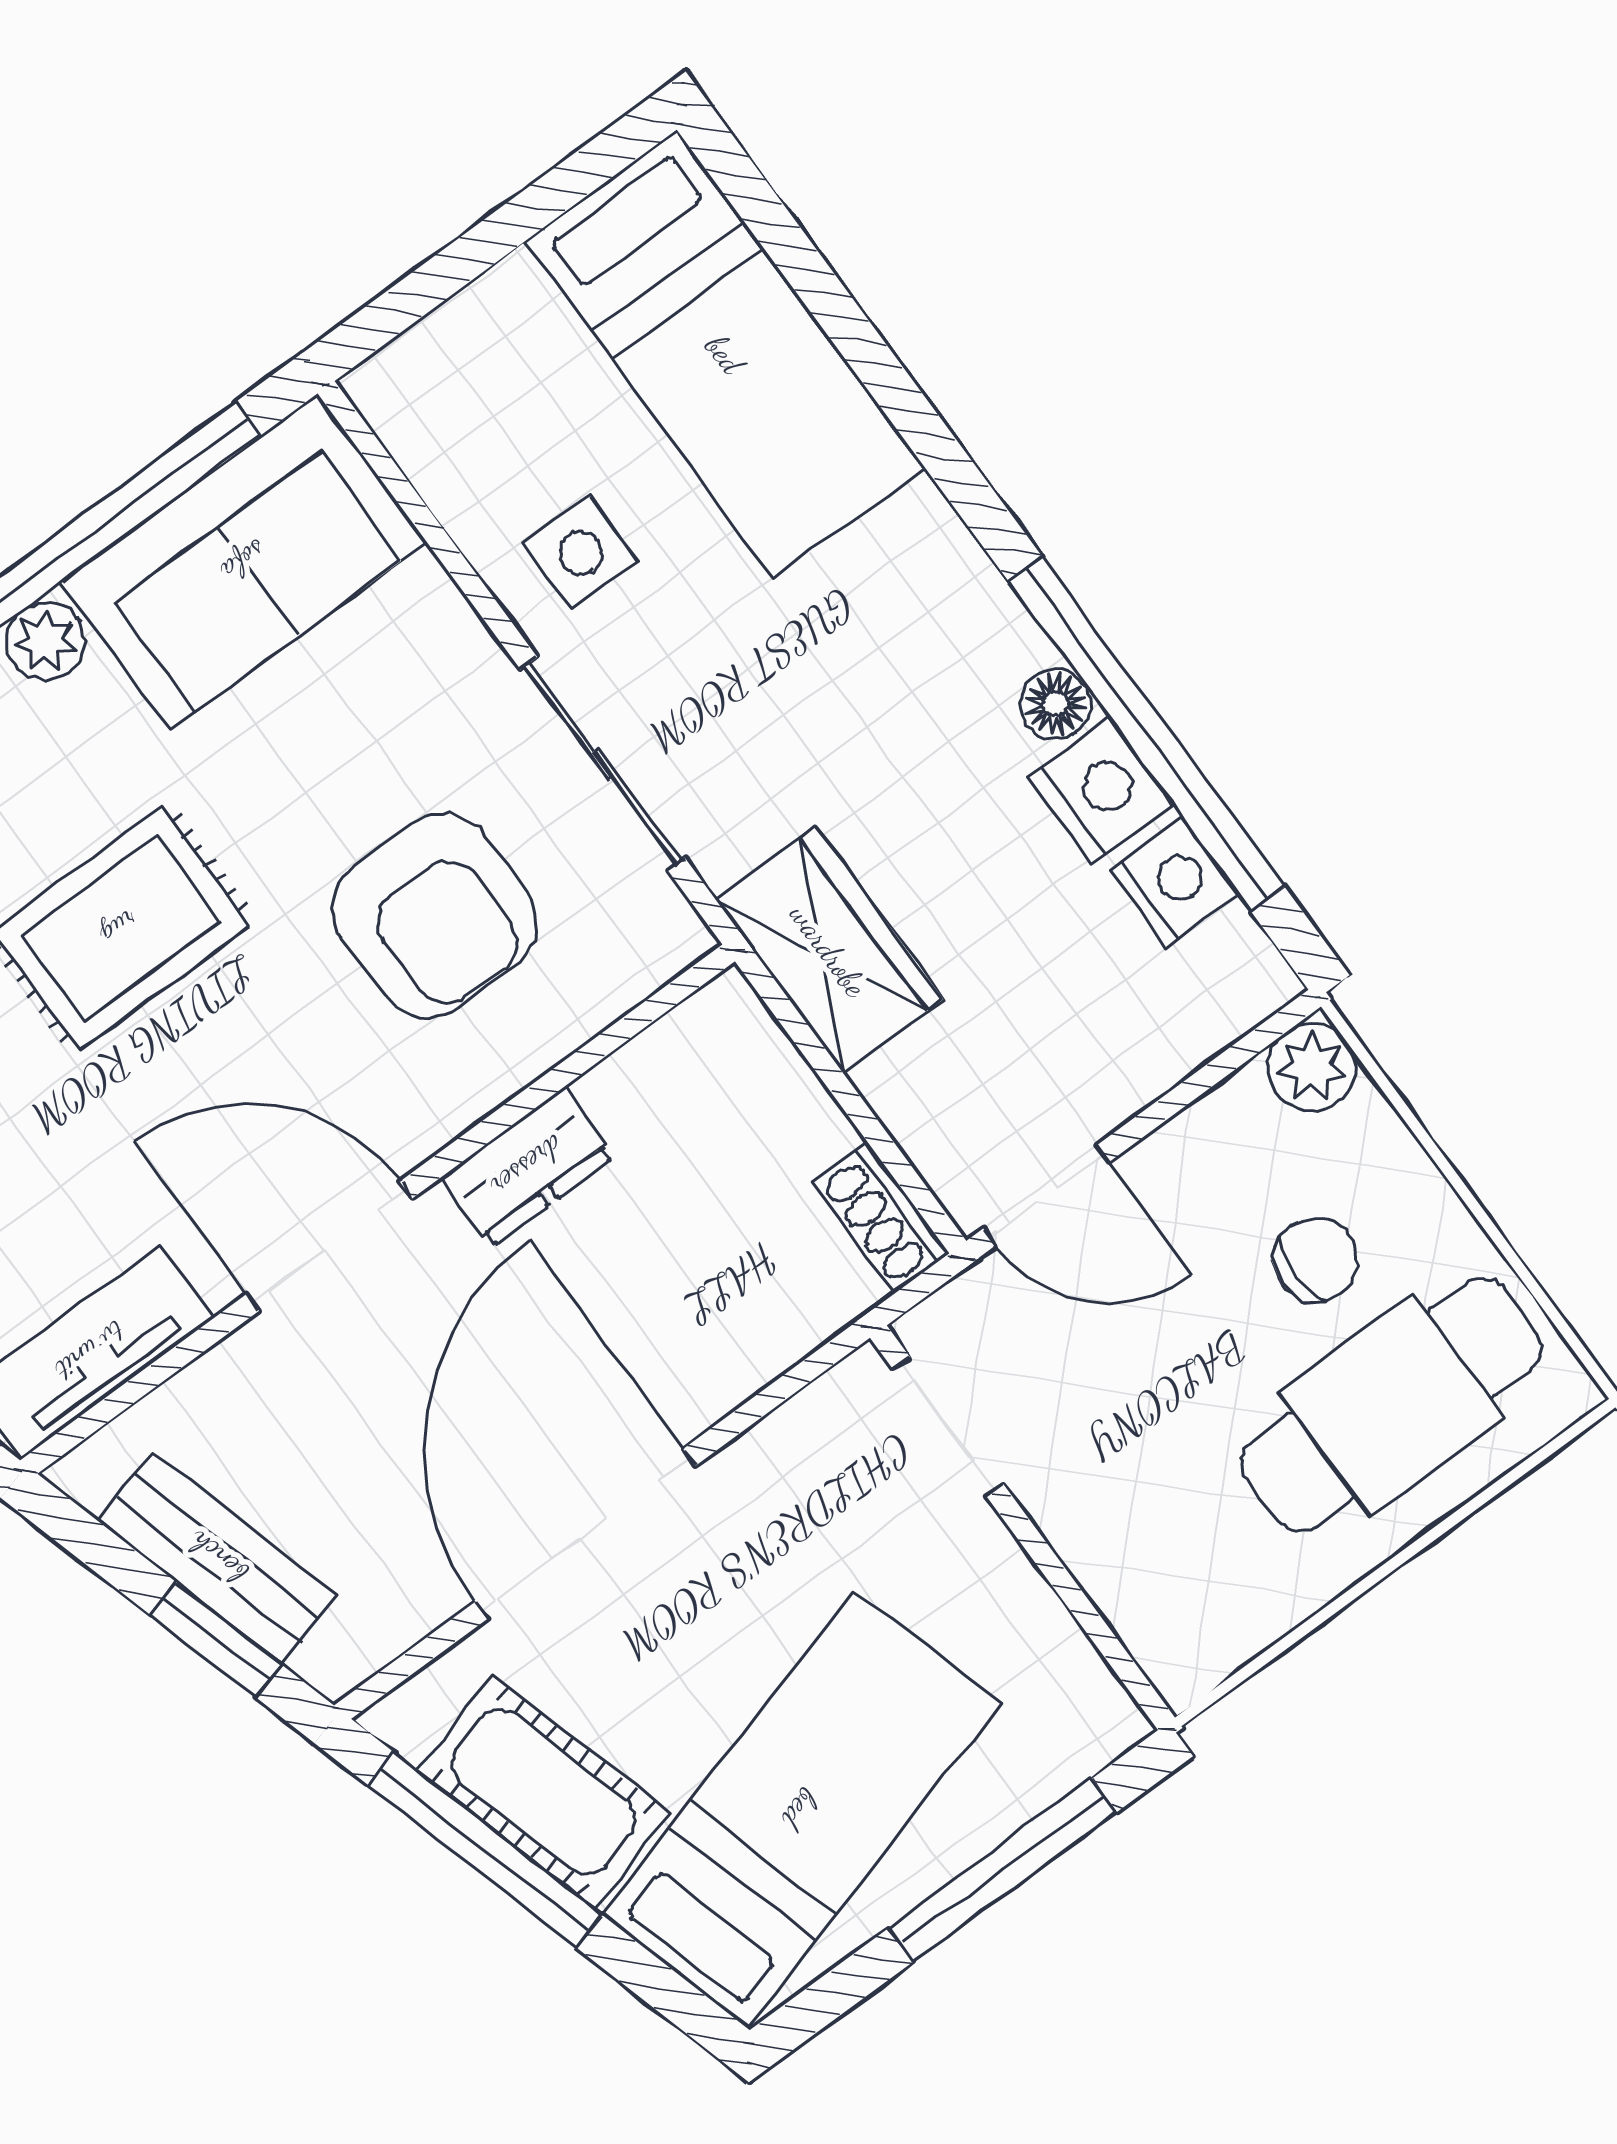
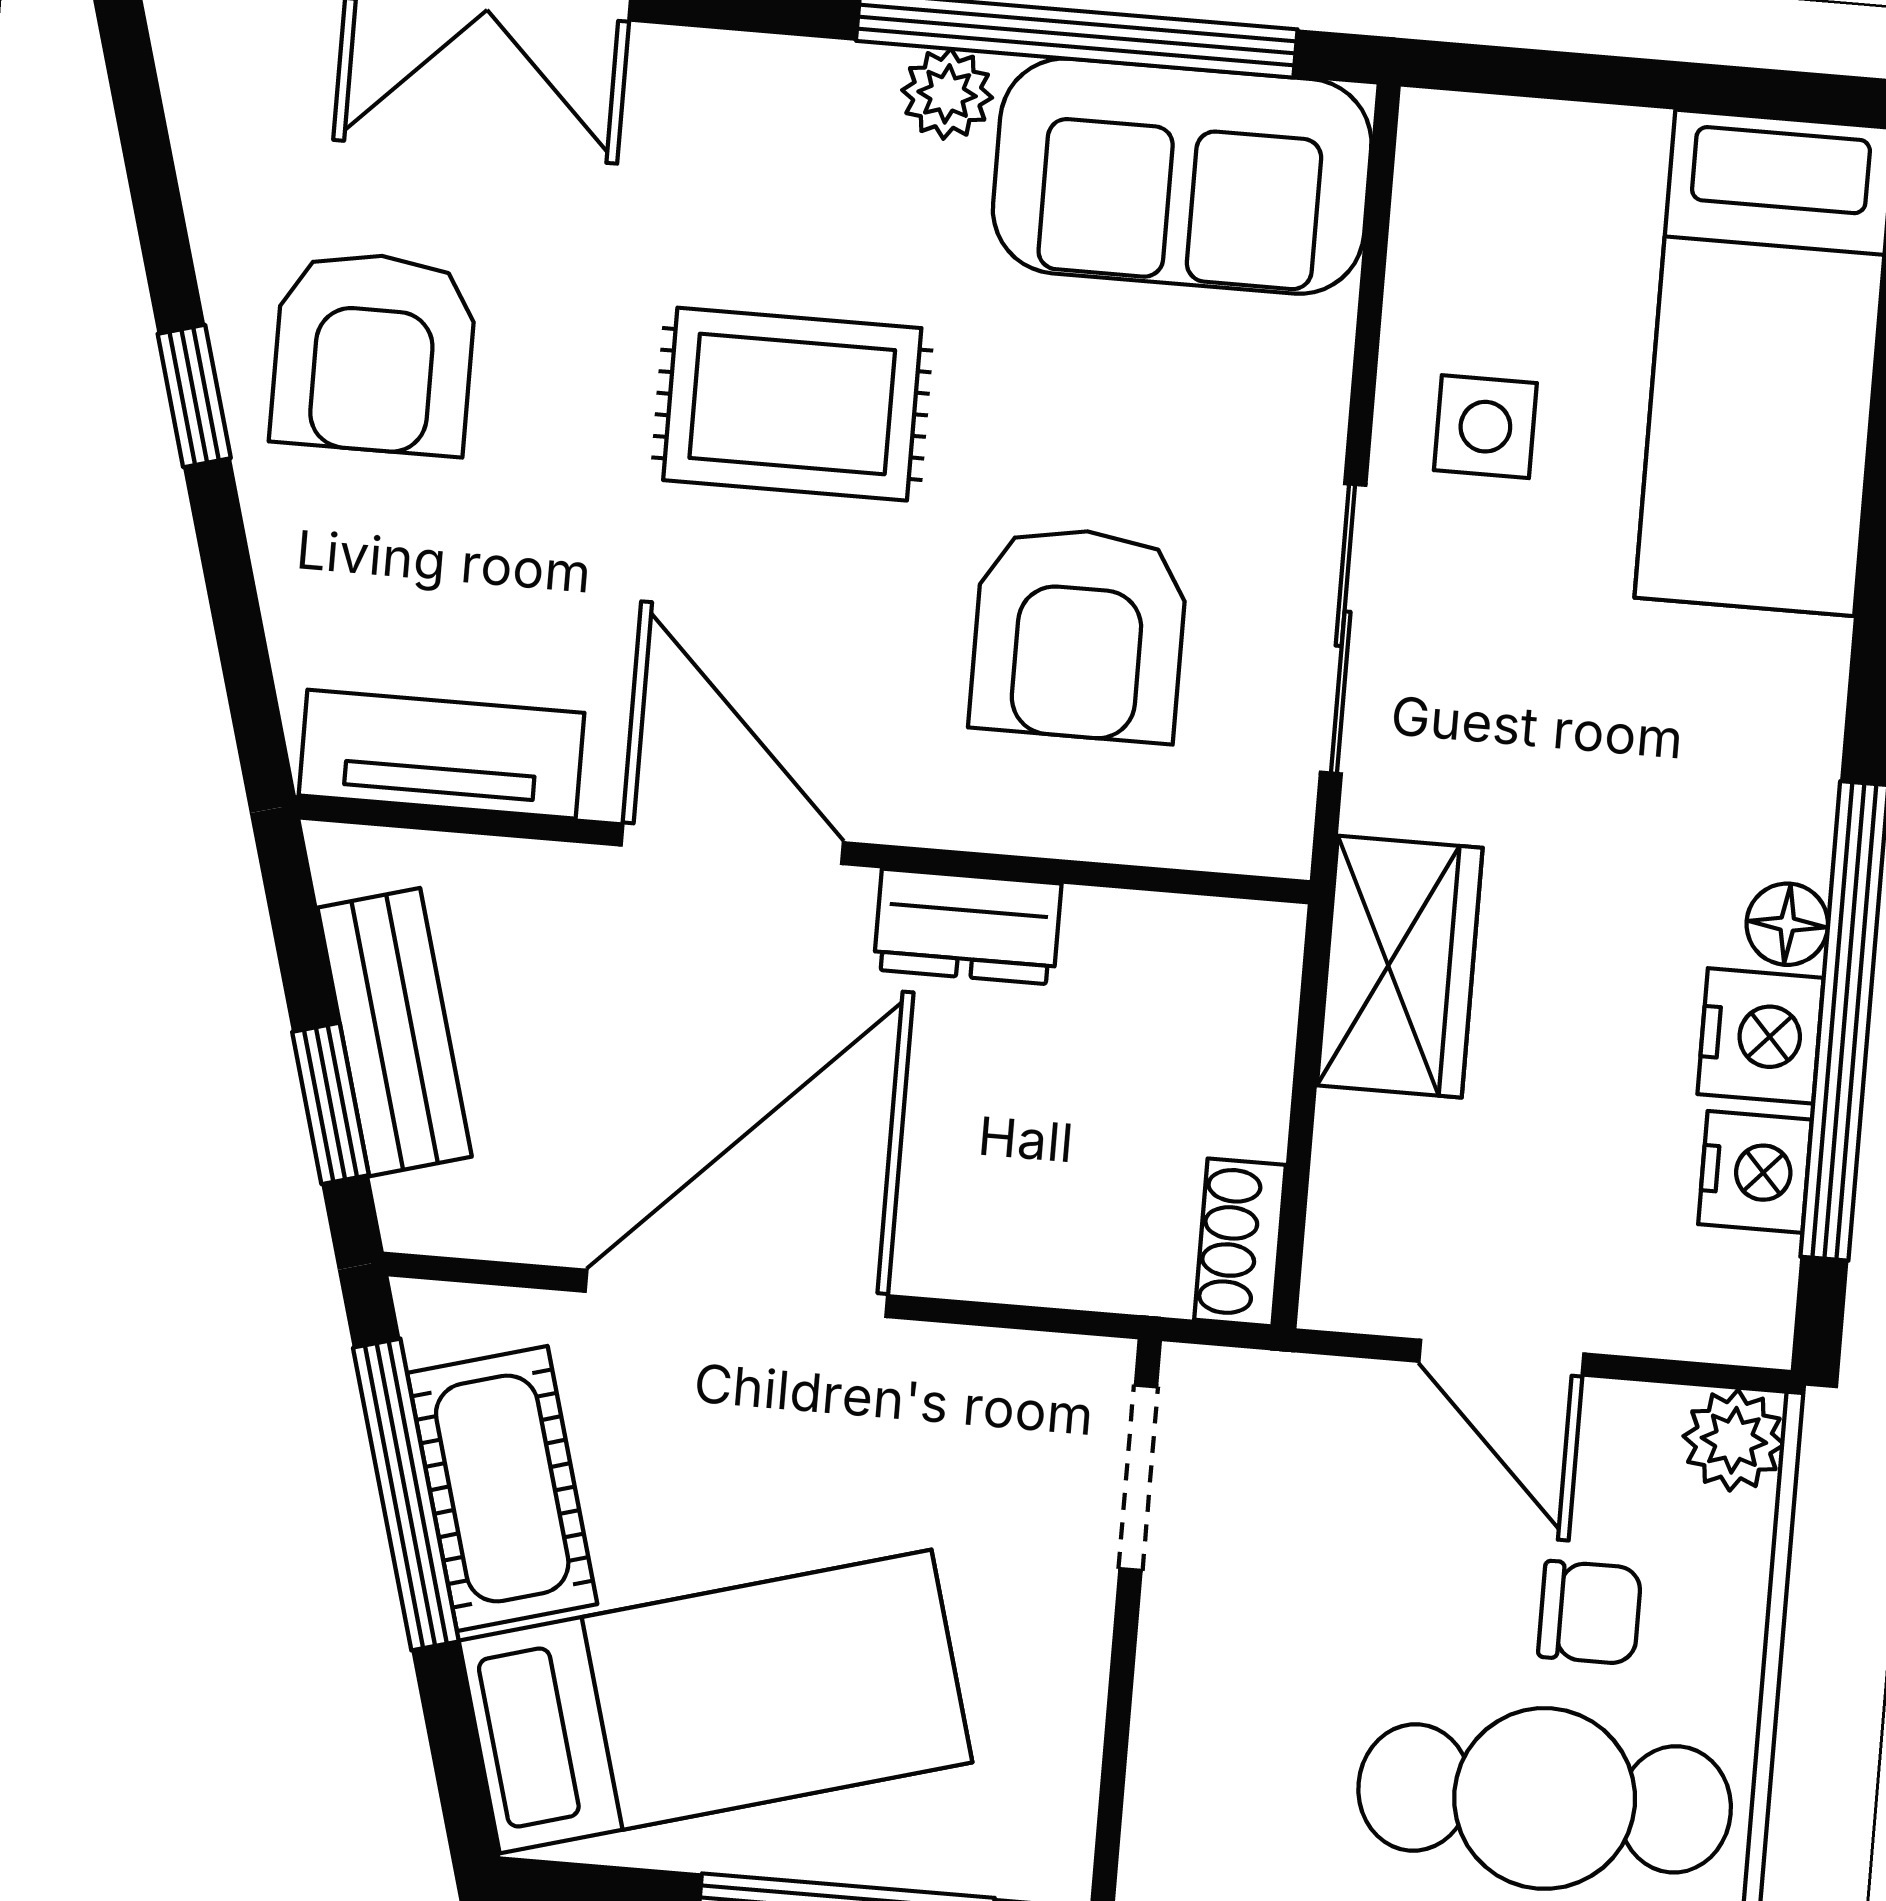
door: (1046, 1195) -> (1501, 1358), moved

